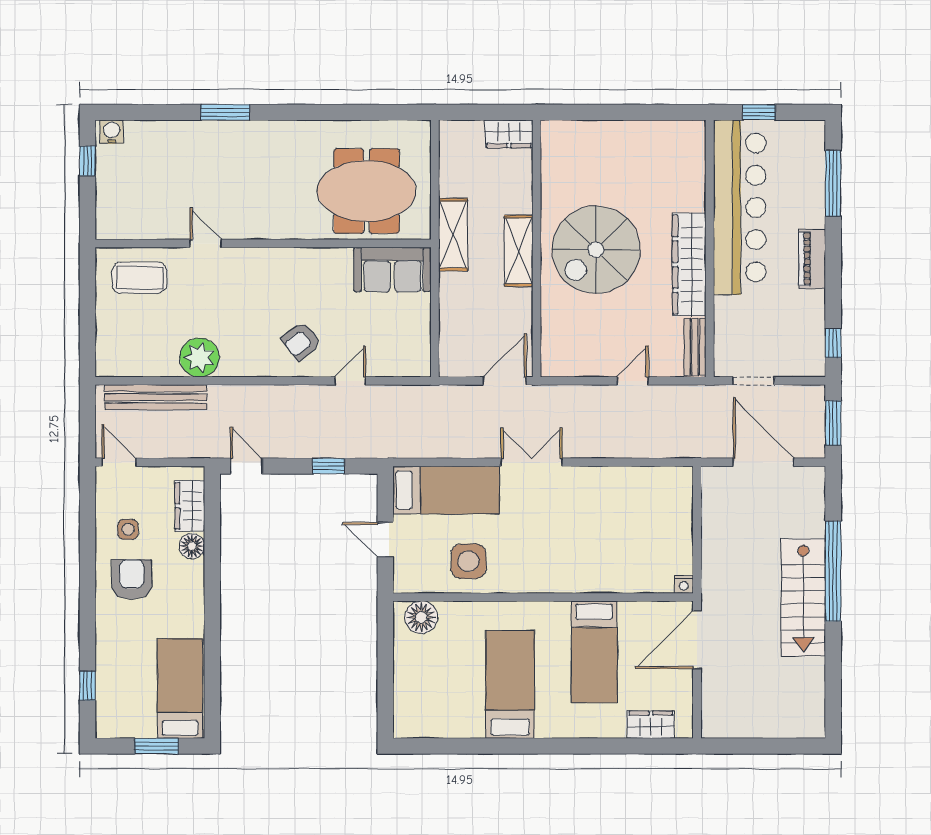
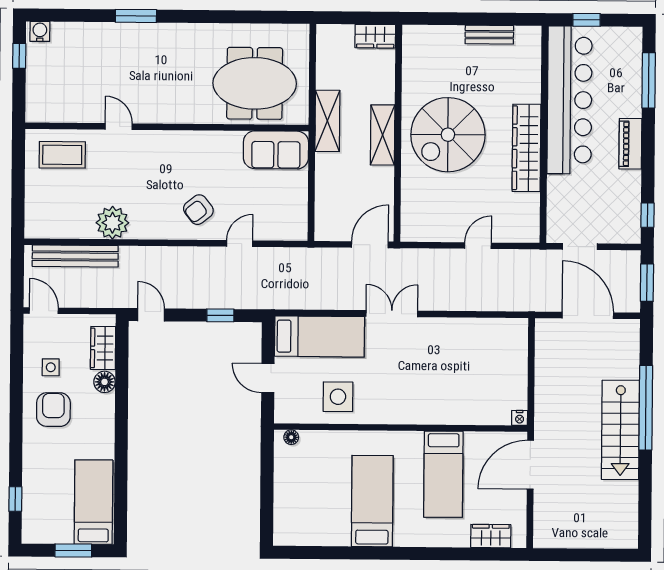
bench: (695, 347) -> (489, 35), moved, turned 90
floor lamp: (421, 617) -> (291, 437), width x0.53, depth x0.53

